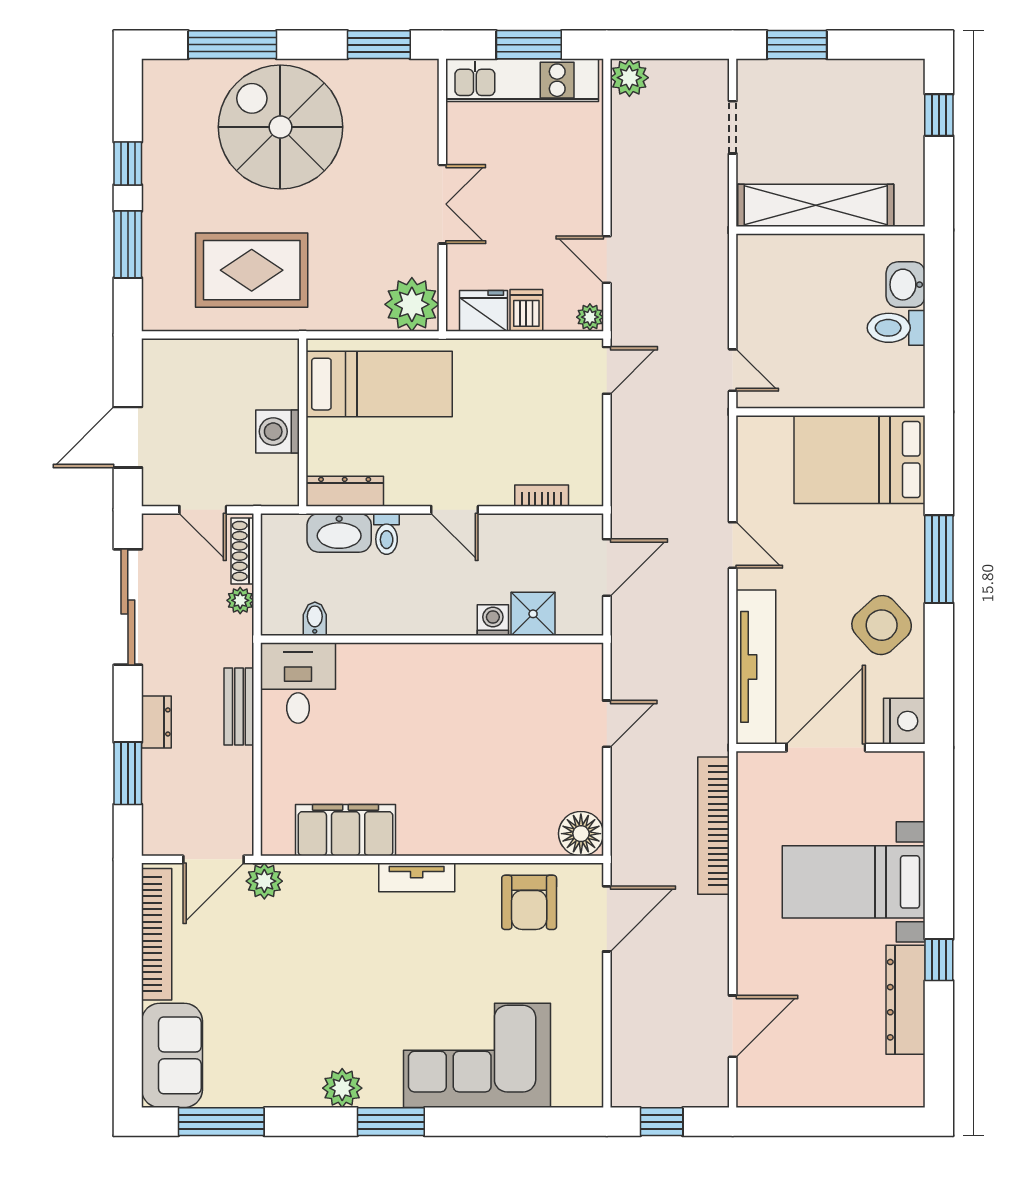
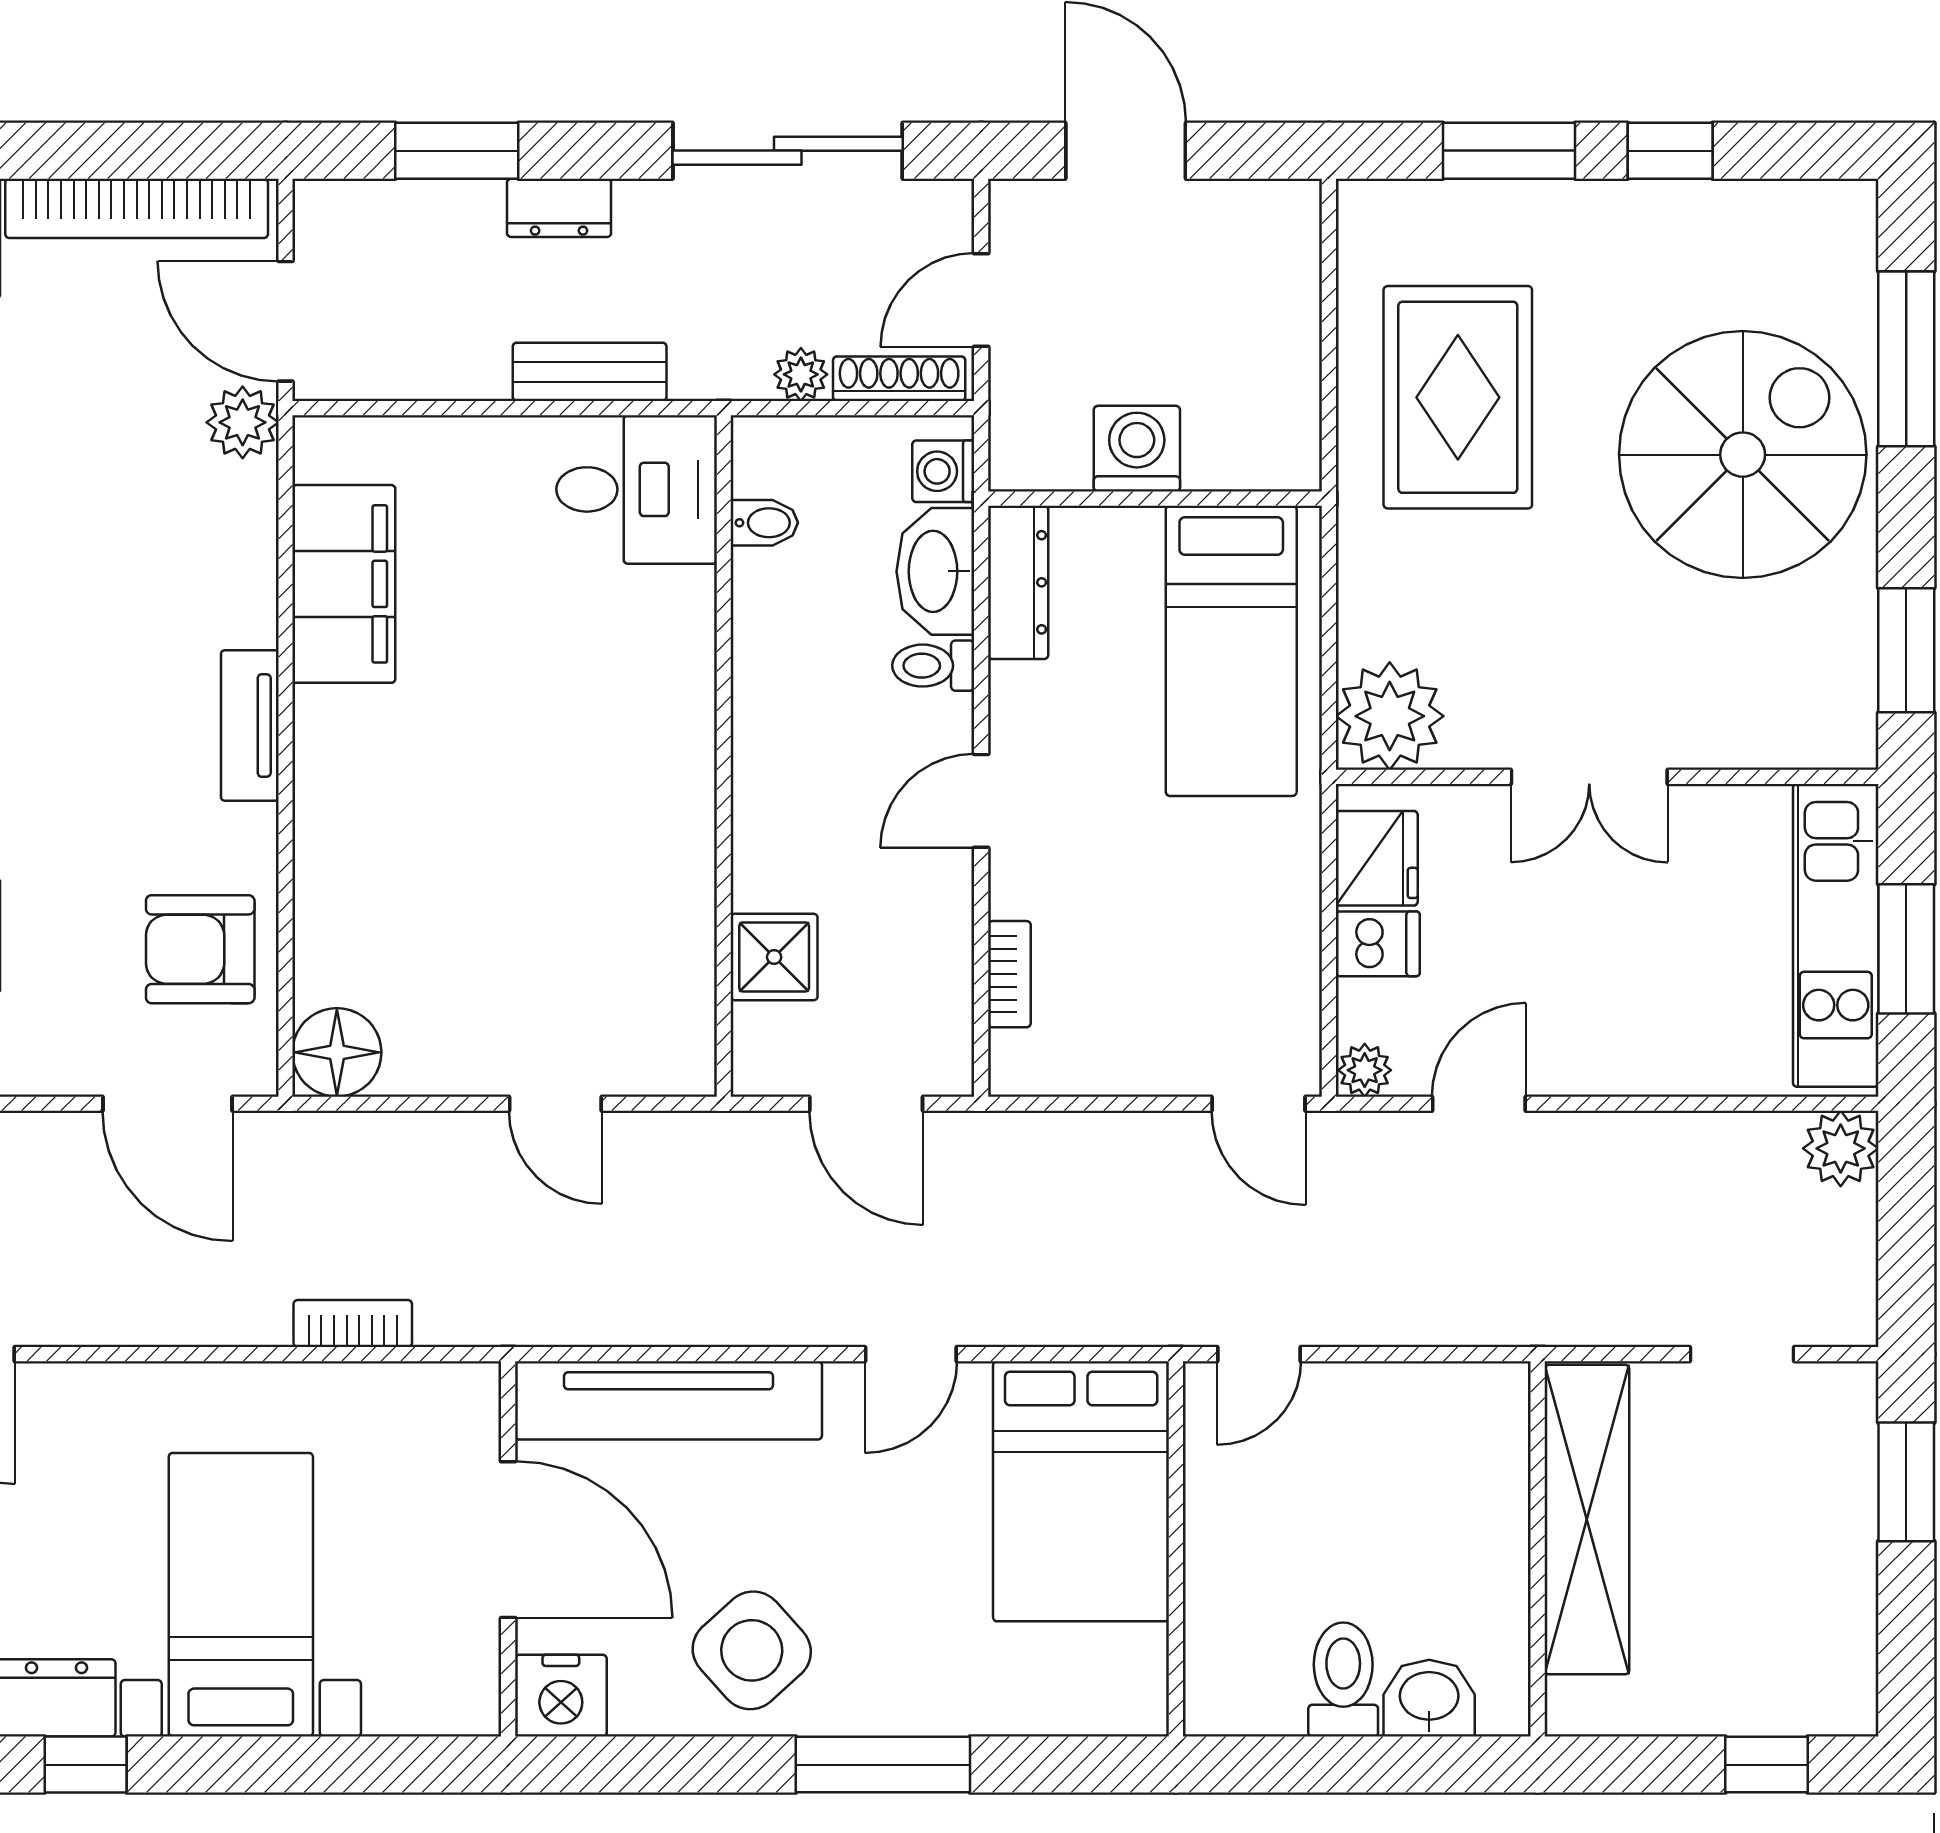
bed: (860, 460) -> (1081, 1491), moved, turned 180
washing machine: (493, 620) -> (943, 471), moved, turned 180
bookcase: (714, 826) -> (353, 1324), width x0.43, depth x0.76

